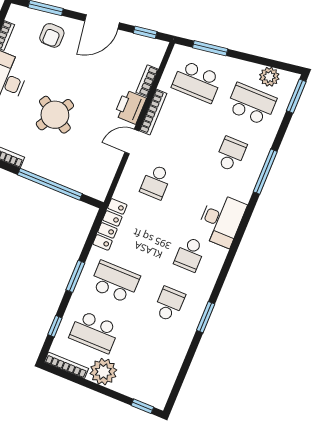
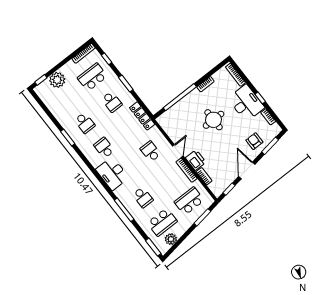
round table: (55, 115) -> (213, 120), turned -31
school desk: (115, 282) -> (112, 102), width x0.54
plant: (103, 372) -> (57, 80), moved

